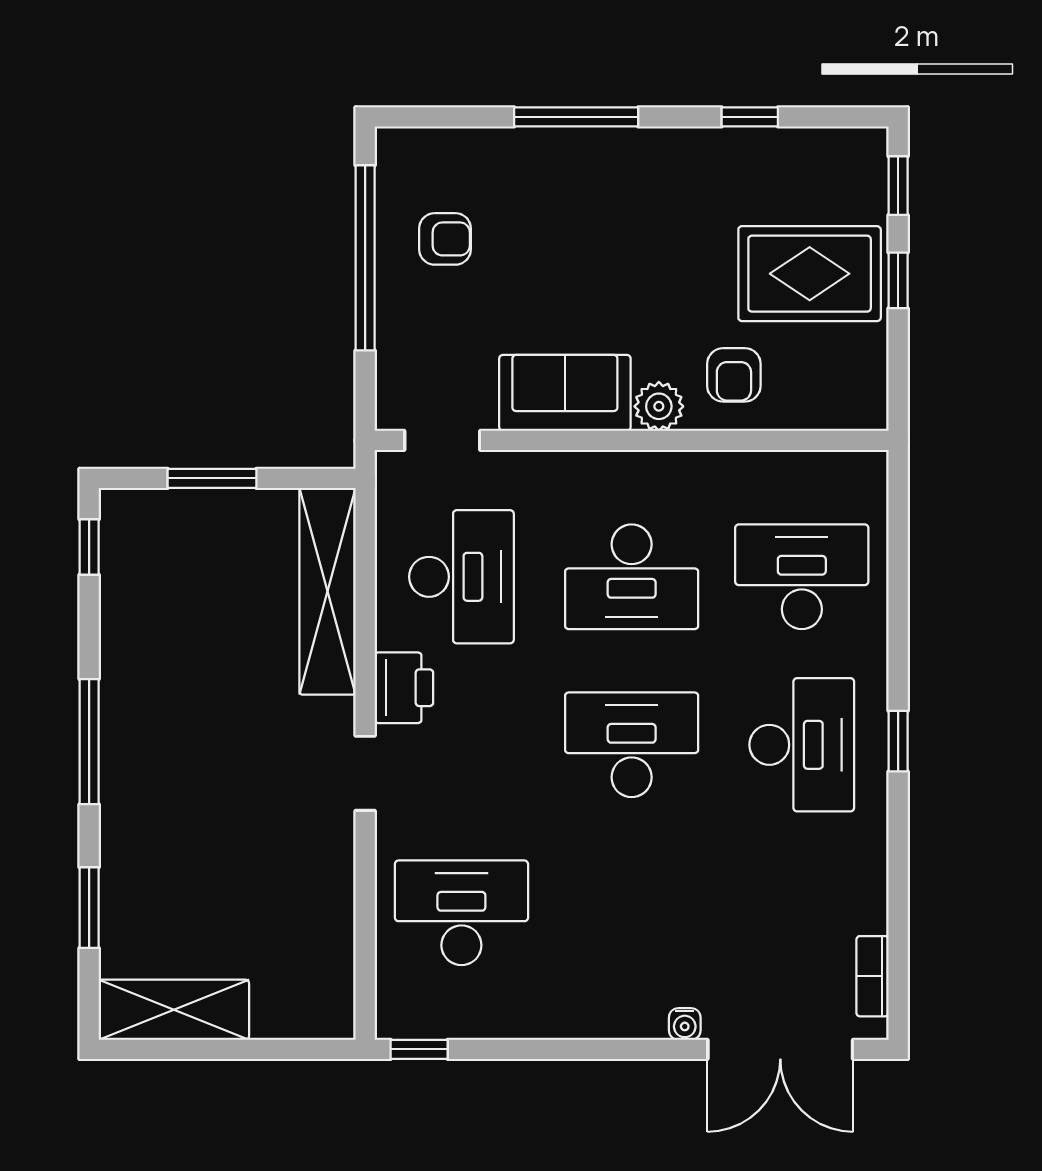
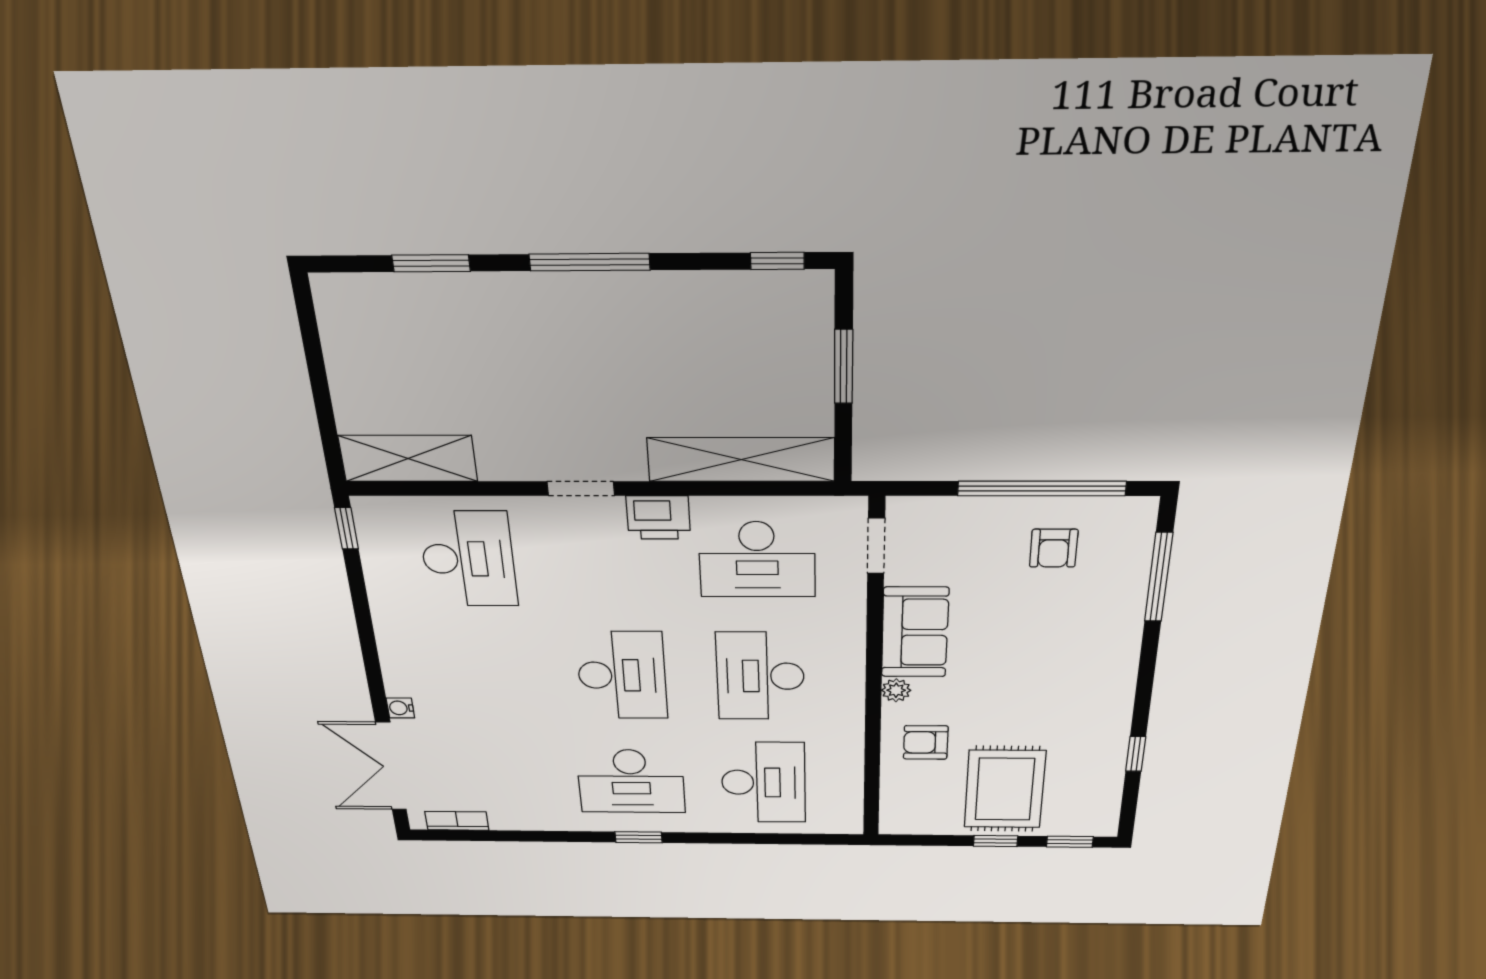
window: (576, 117) -> (1159, 577), moved
plant: (659, 406) -> (896, 690), width x0.73, depth x0.73
shelving: (174, 1010) -> (408, 458), moved, turned 90

